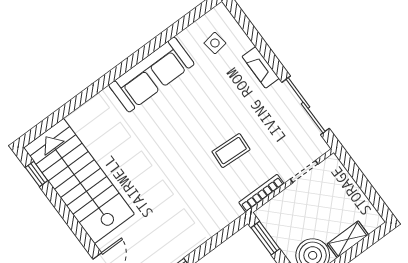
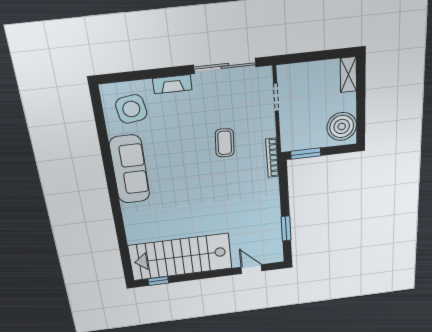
side table: (215, 43) -> (131, 109), width x1.87, depth x1.87
bookcase: (261, 193) -> (272, 158), moved
shelving: (348, 239) -> (348, 75), moved

